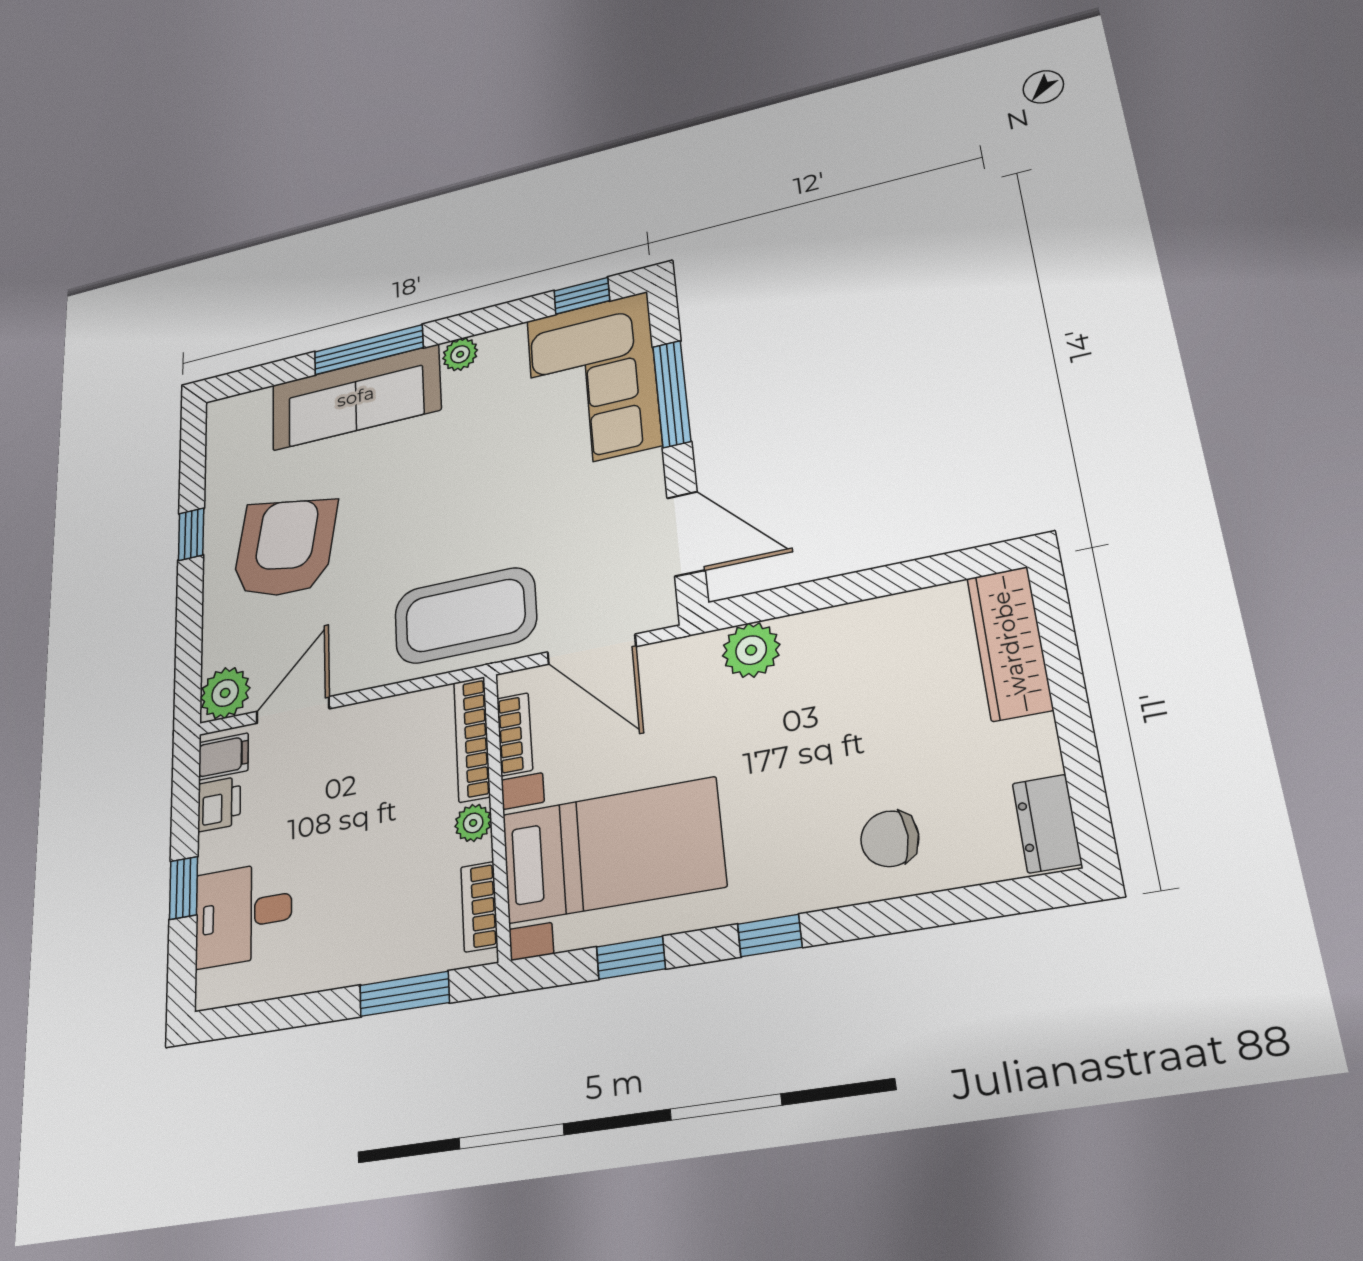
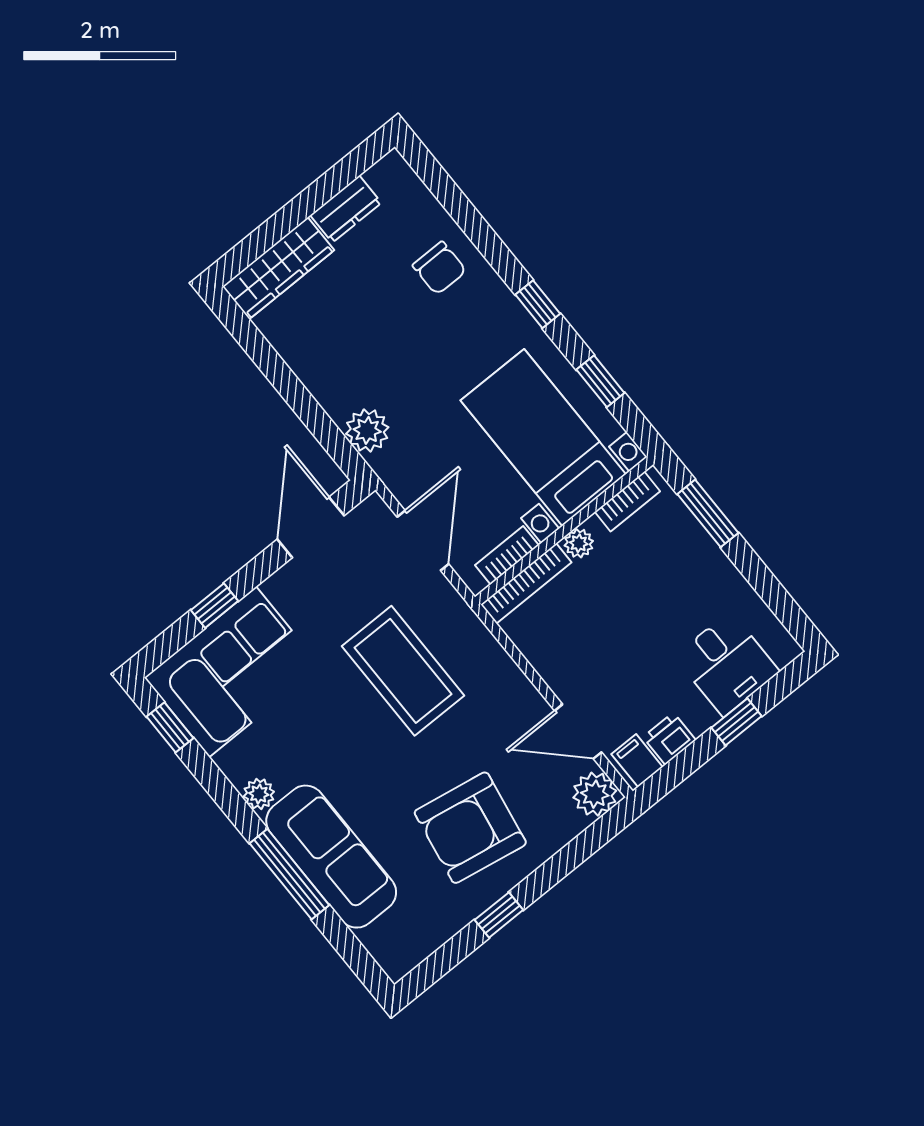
window: (672, 394) -> (215, 606), width x0.46
coffee table: (465, 615) -> (403, 671), moved
dresser: (1047, 824) -> (346, 209), moved

